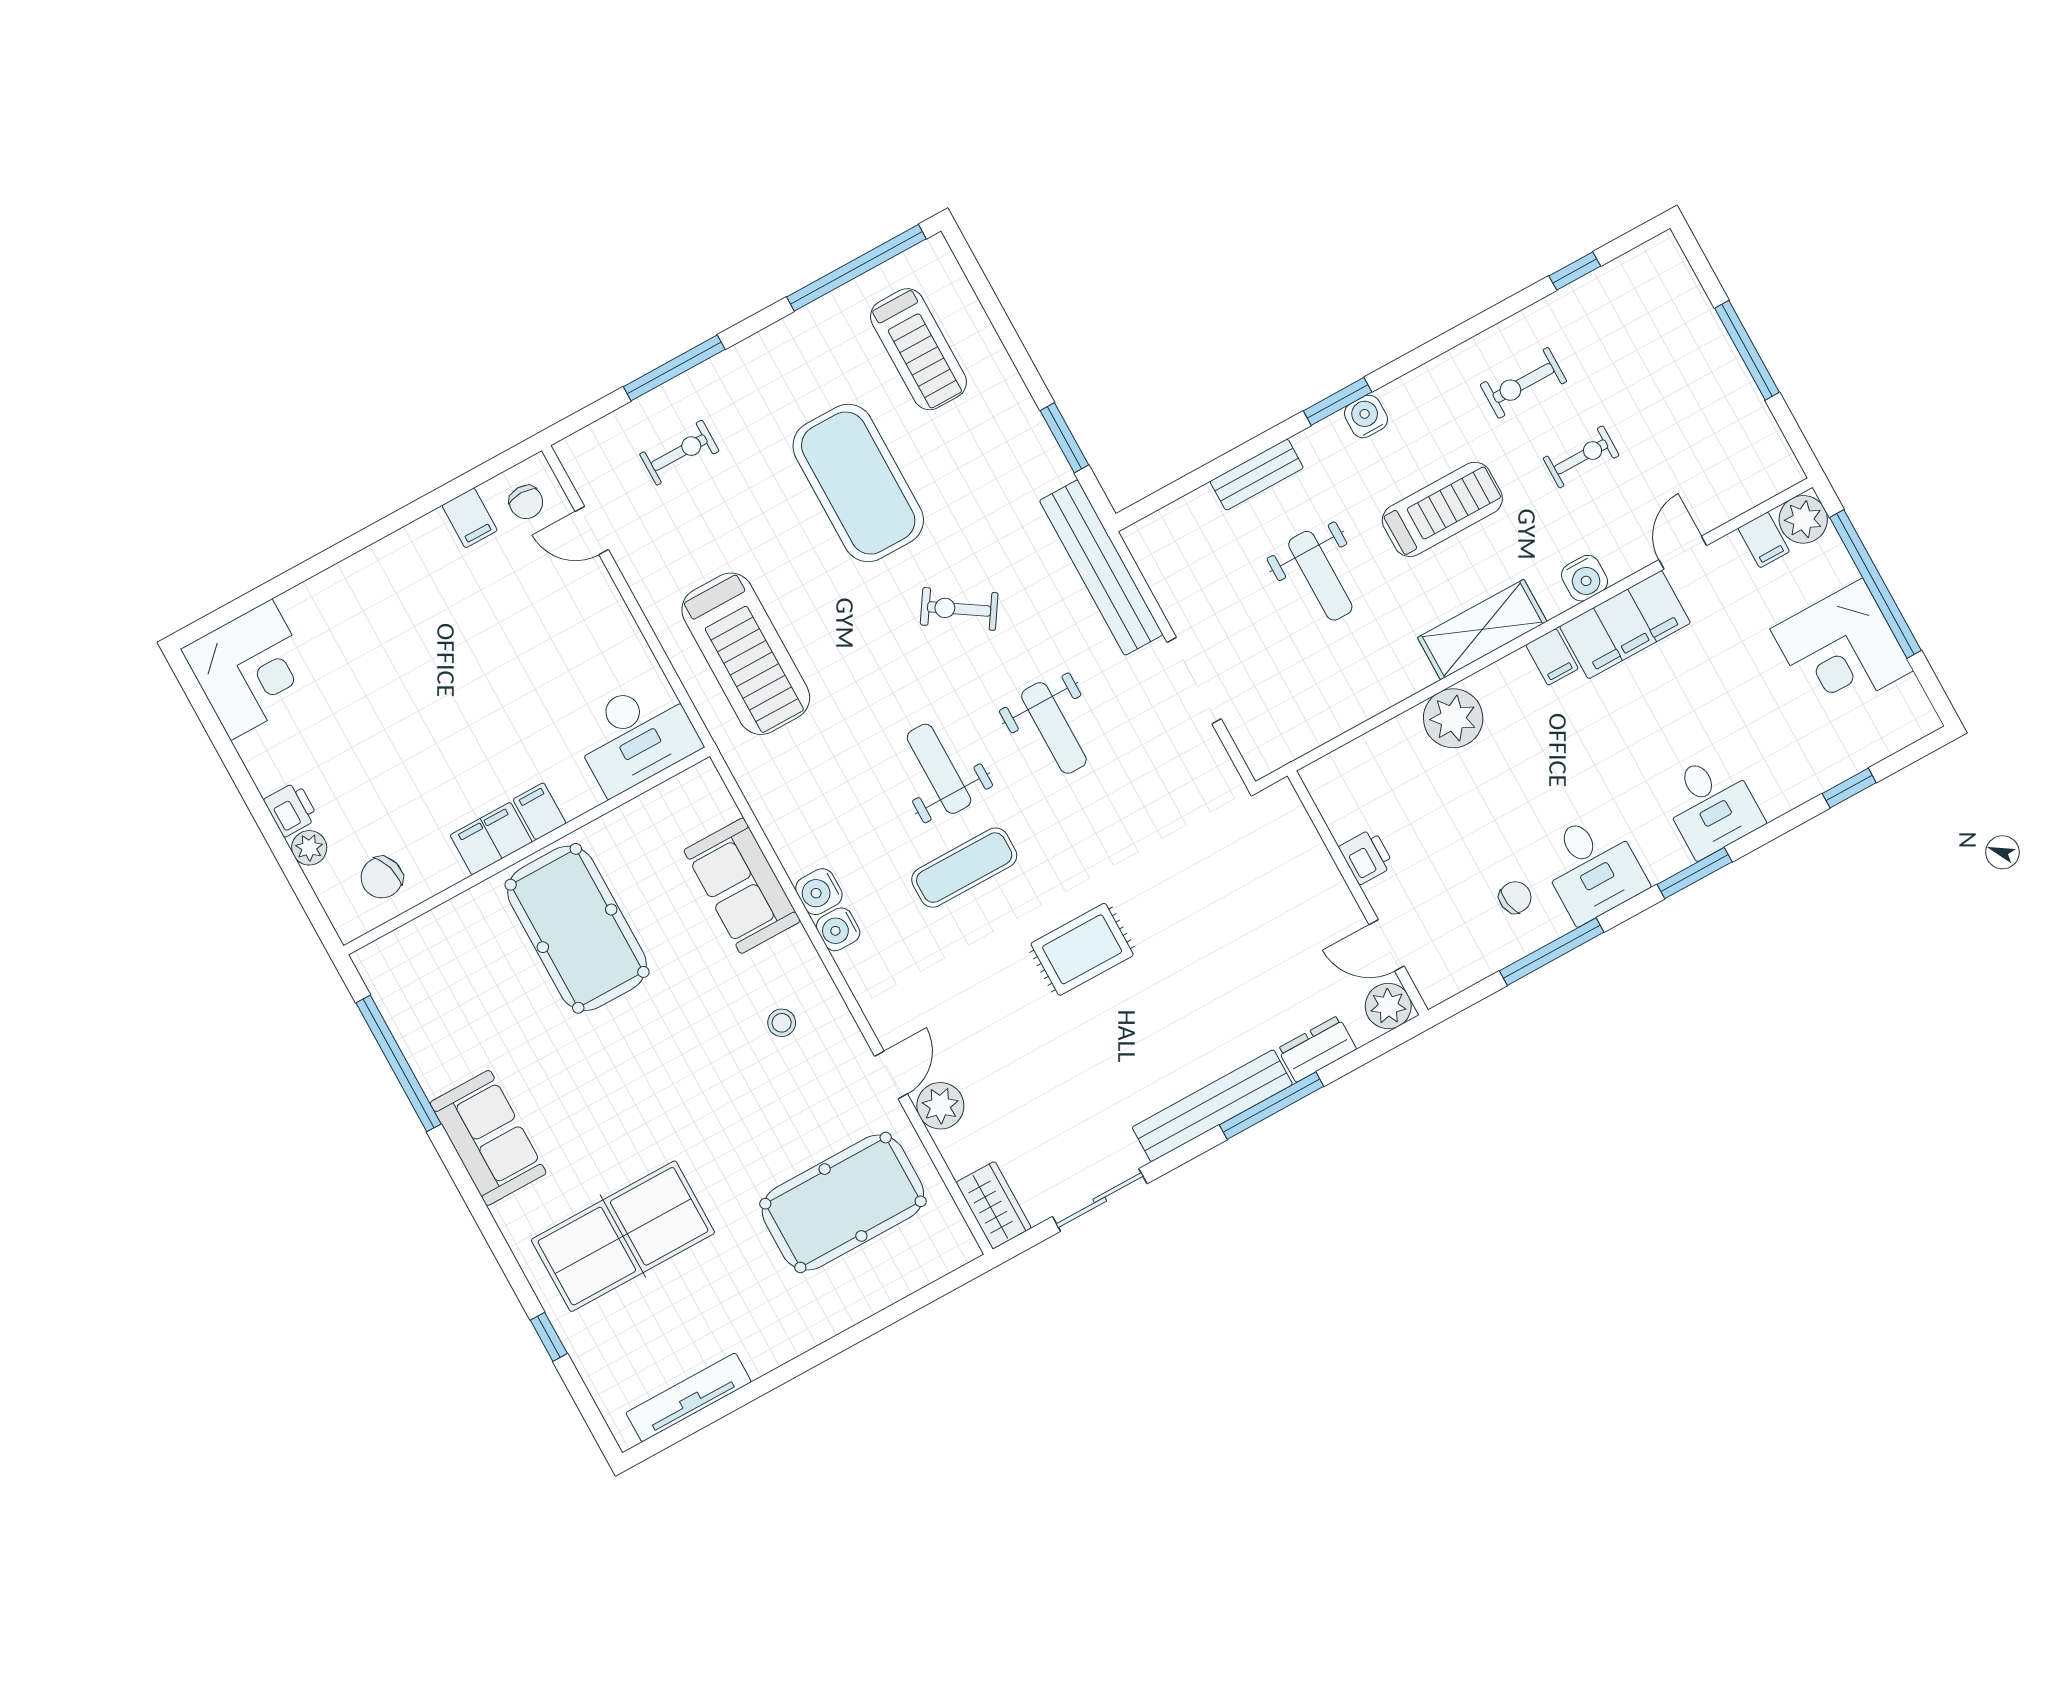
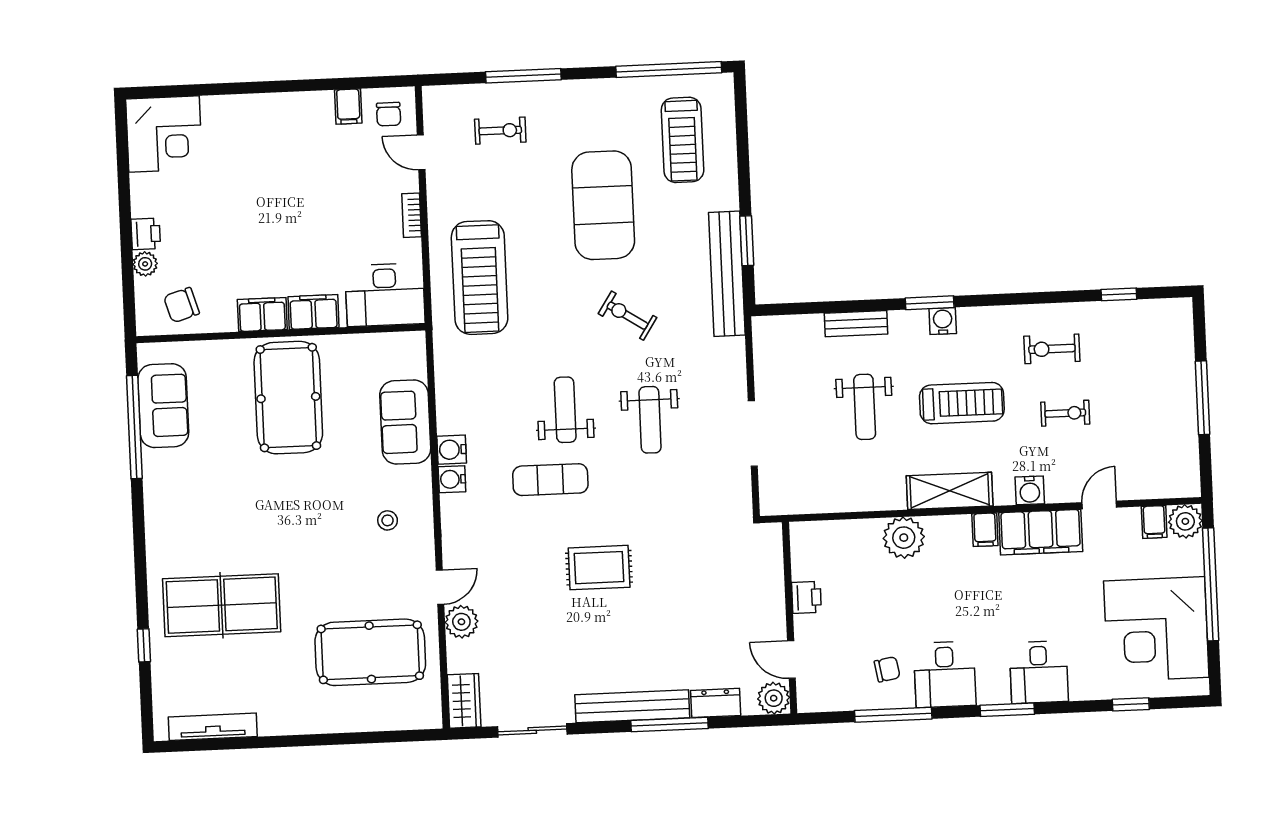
bench: (1101, 568) -> (727, 274), moved
bookcase: (619, 617) -> (412, 215), added
corner desk: (1842, 650) -> (1156, 629), width x1.36, depth x1.36
filing cabinet: (540, 811) -> (313, 312), width x2.00
sofa: (488, 1138) -> (163, 406), moved

